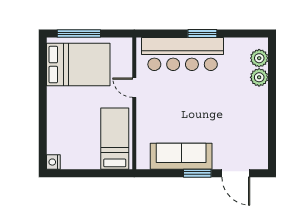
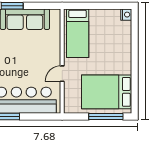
door: (134, 88) -> (62, 74), swing flipped

